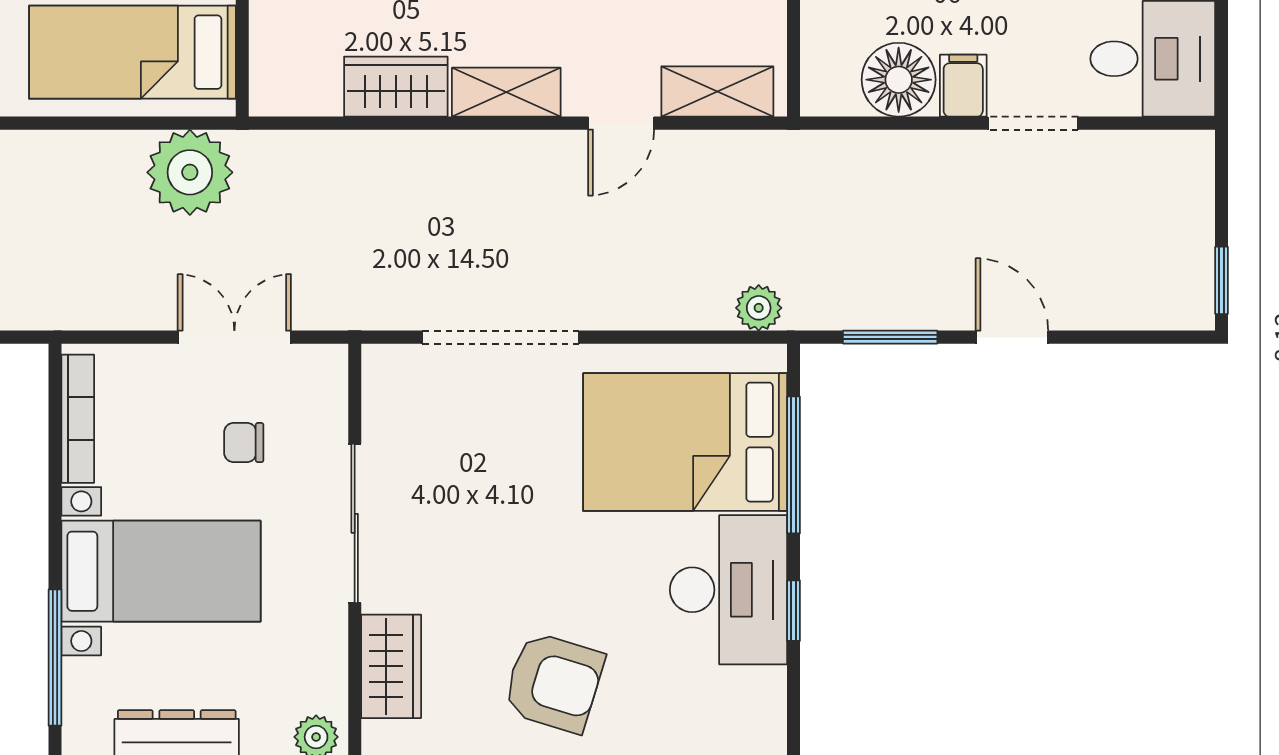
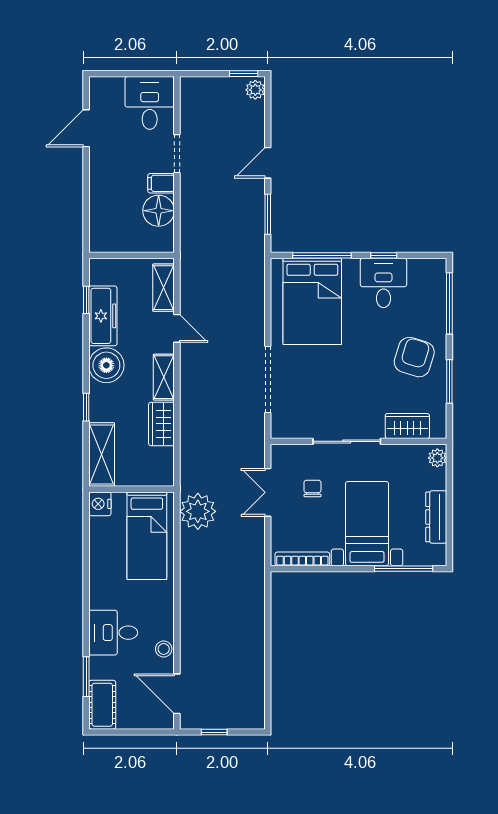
plant: (759, 308) -> (255, 90), moved
chair: (244, 443) -> (312, 488), turned 180
desk: (728, 590) -> (383, 283), width x0.73

